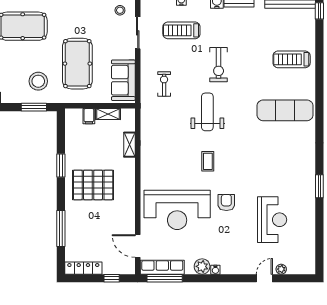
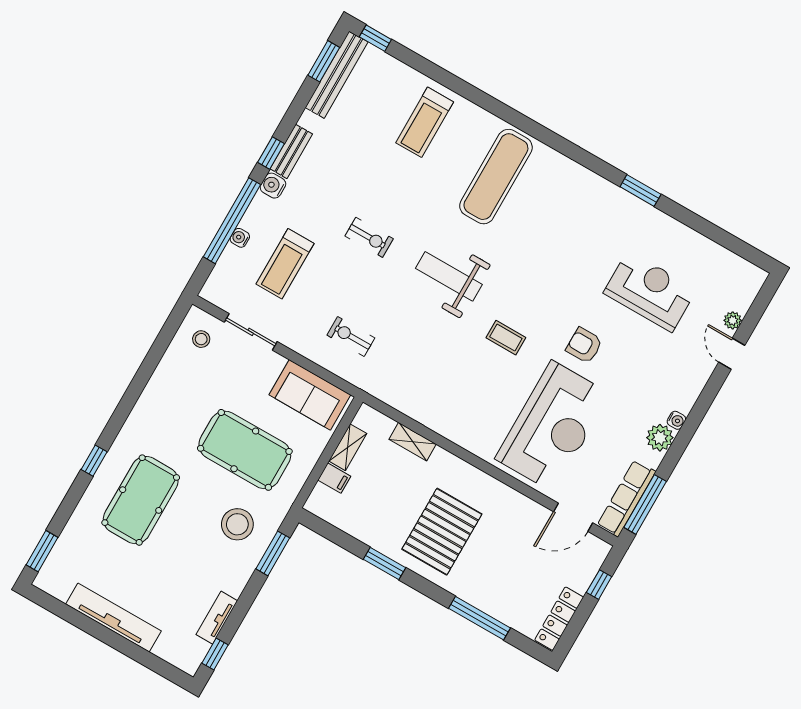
exercise bike: (219, 65) -> (369, 237), width x0.73, depth x0.72
weight bench: (207, 112) -> (449, 276), moved

